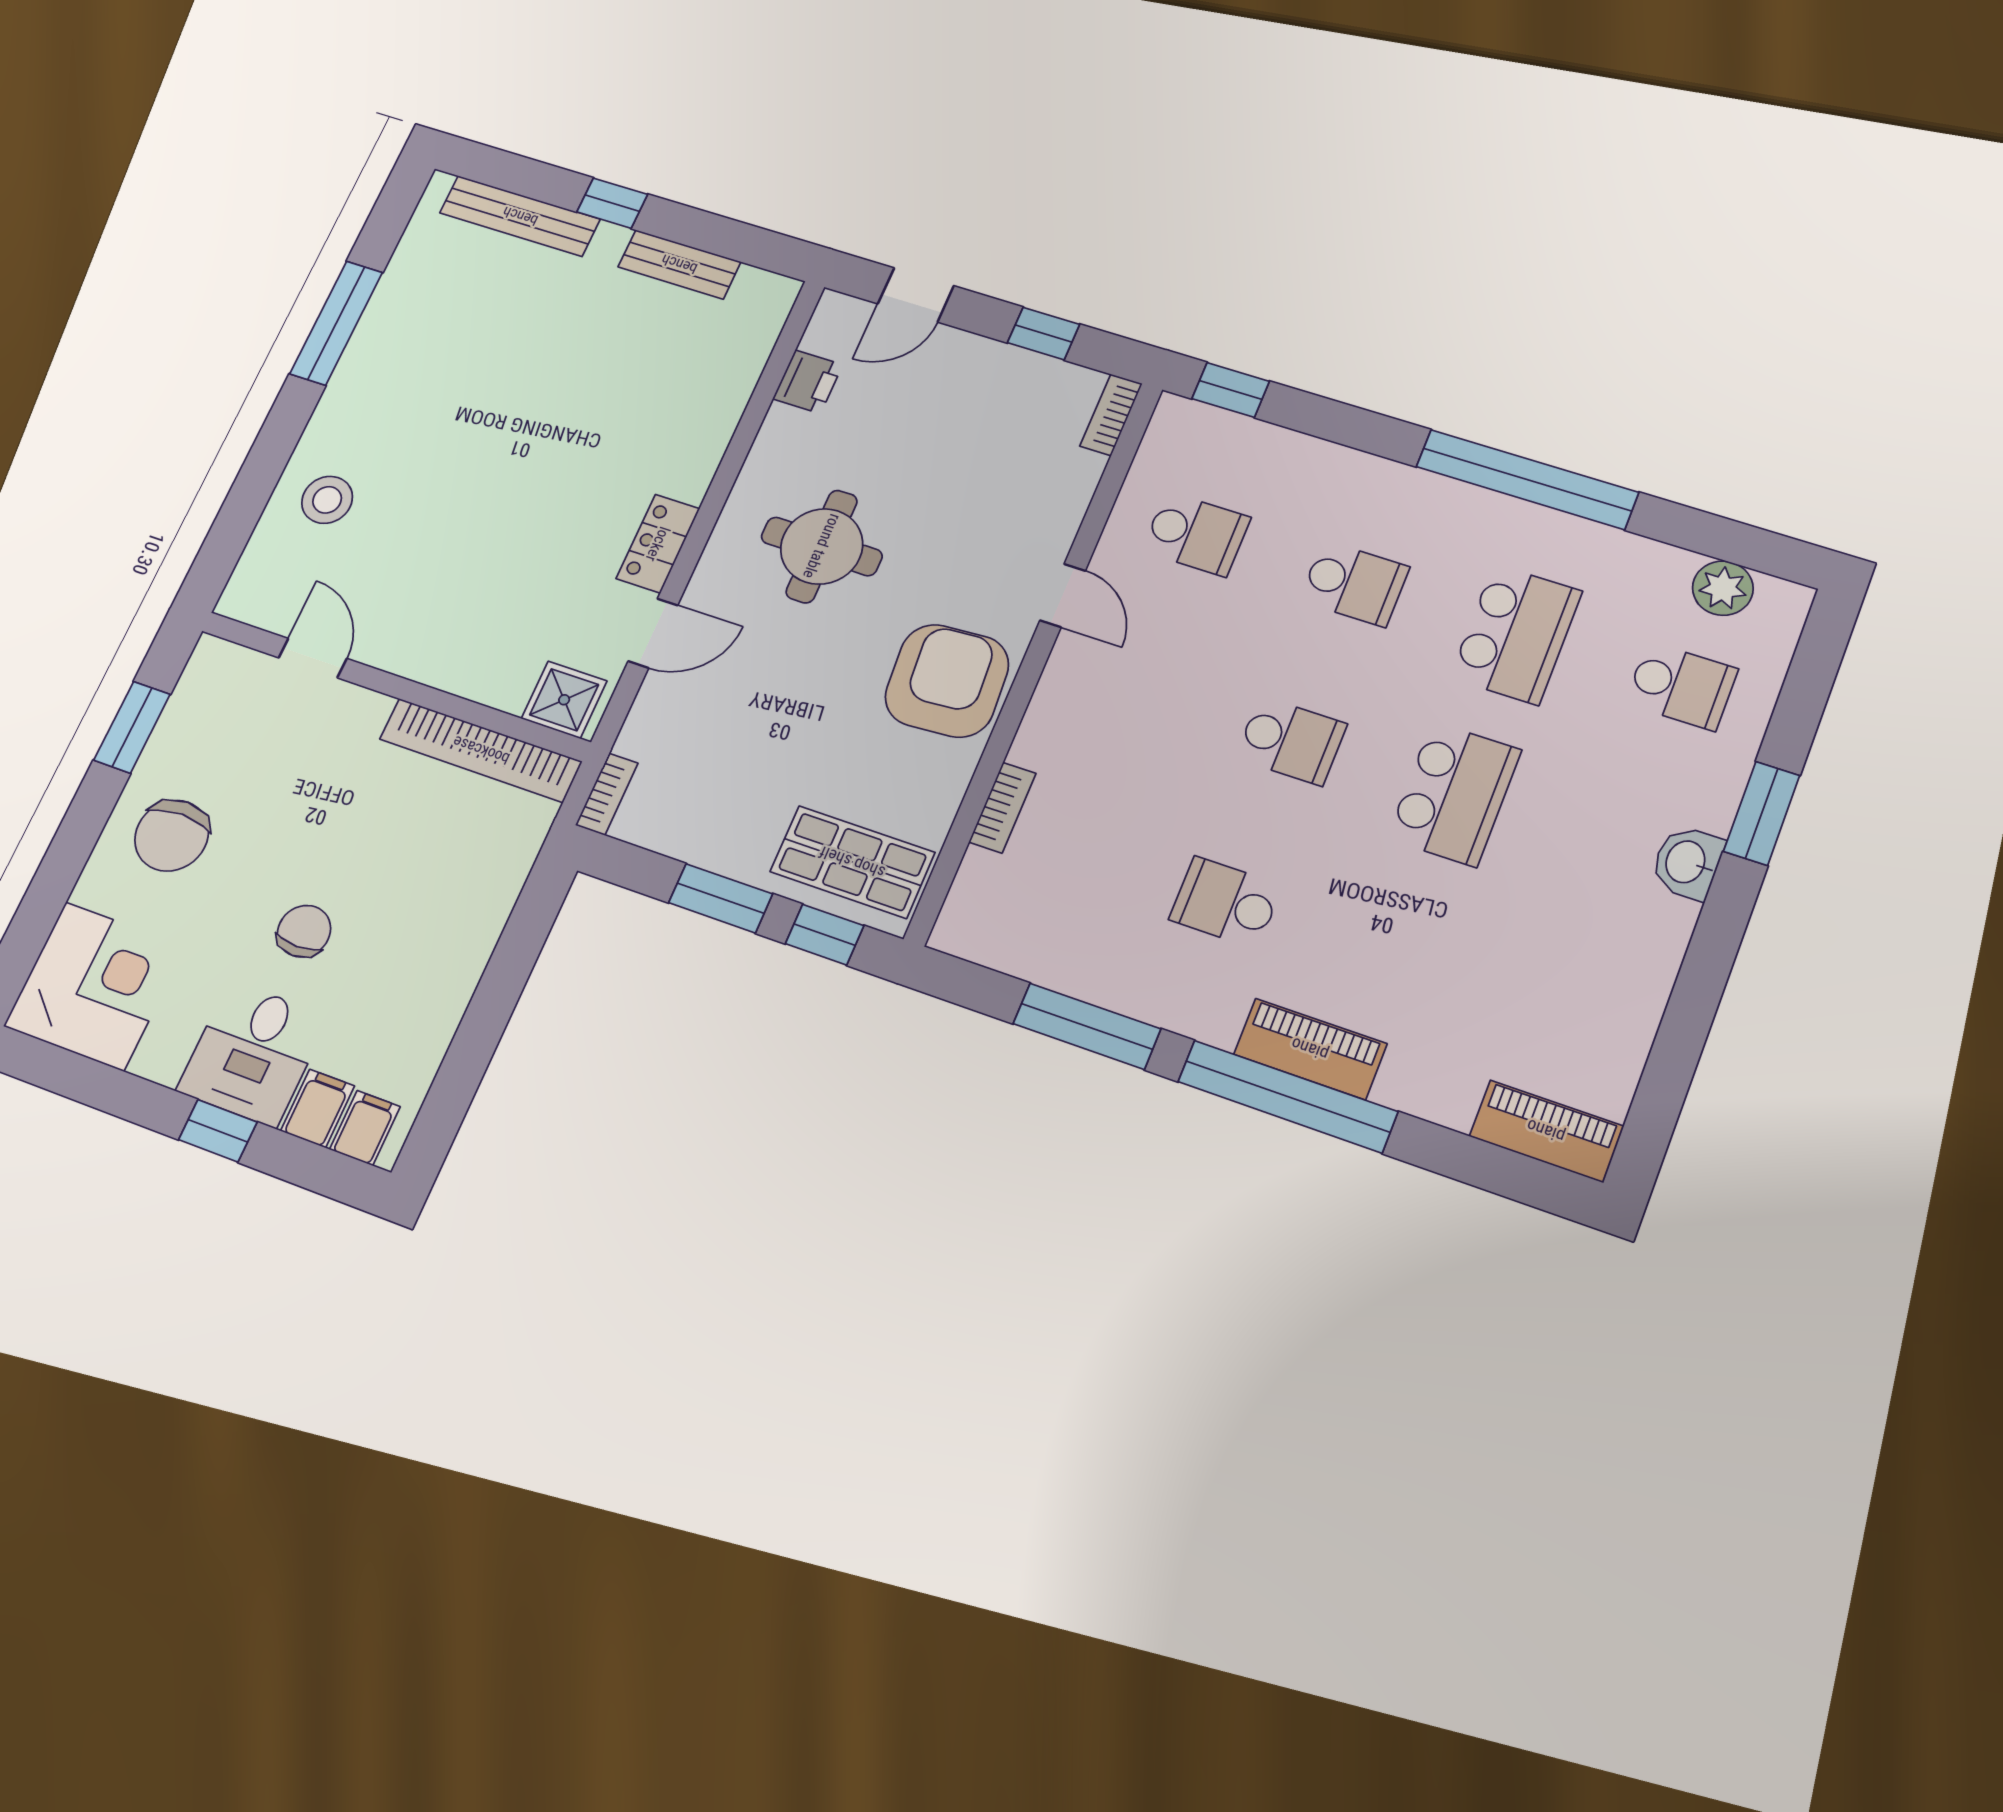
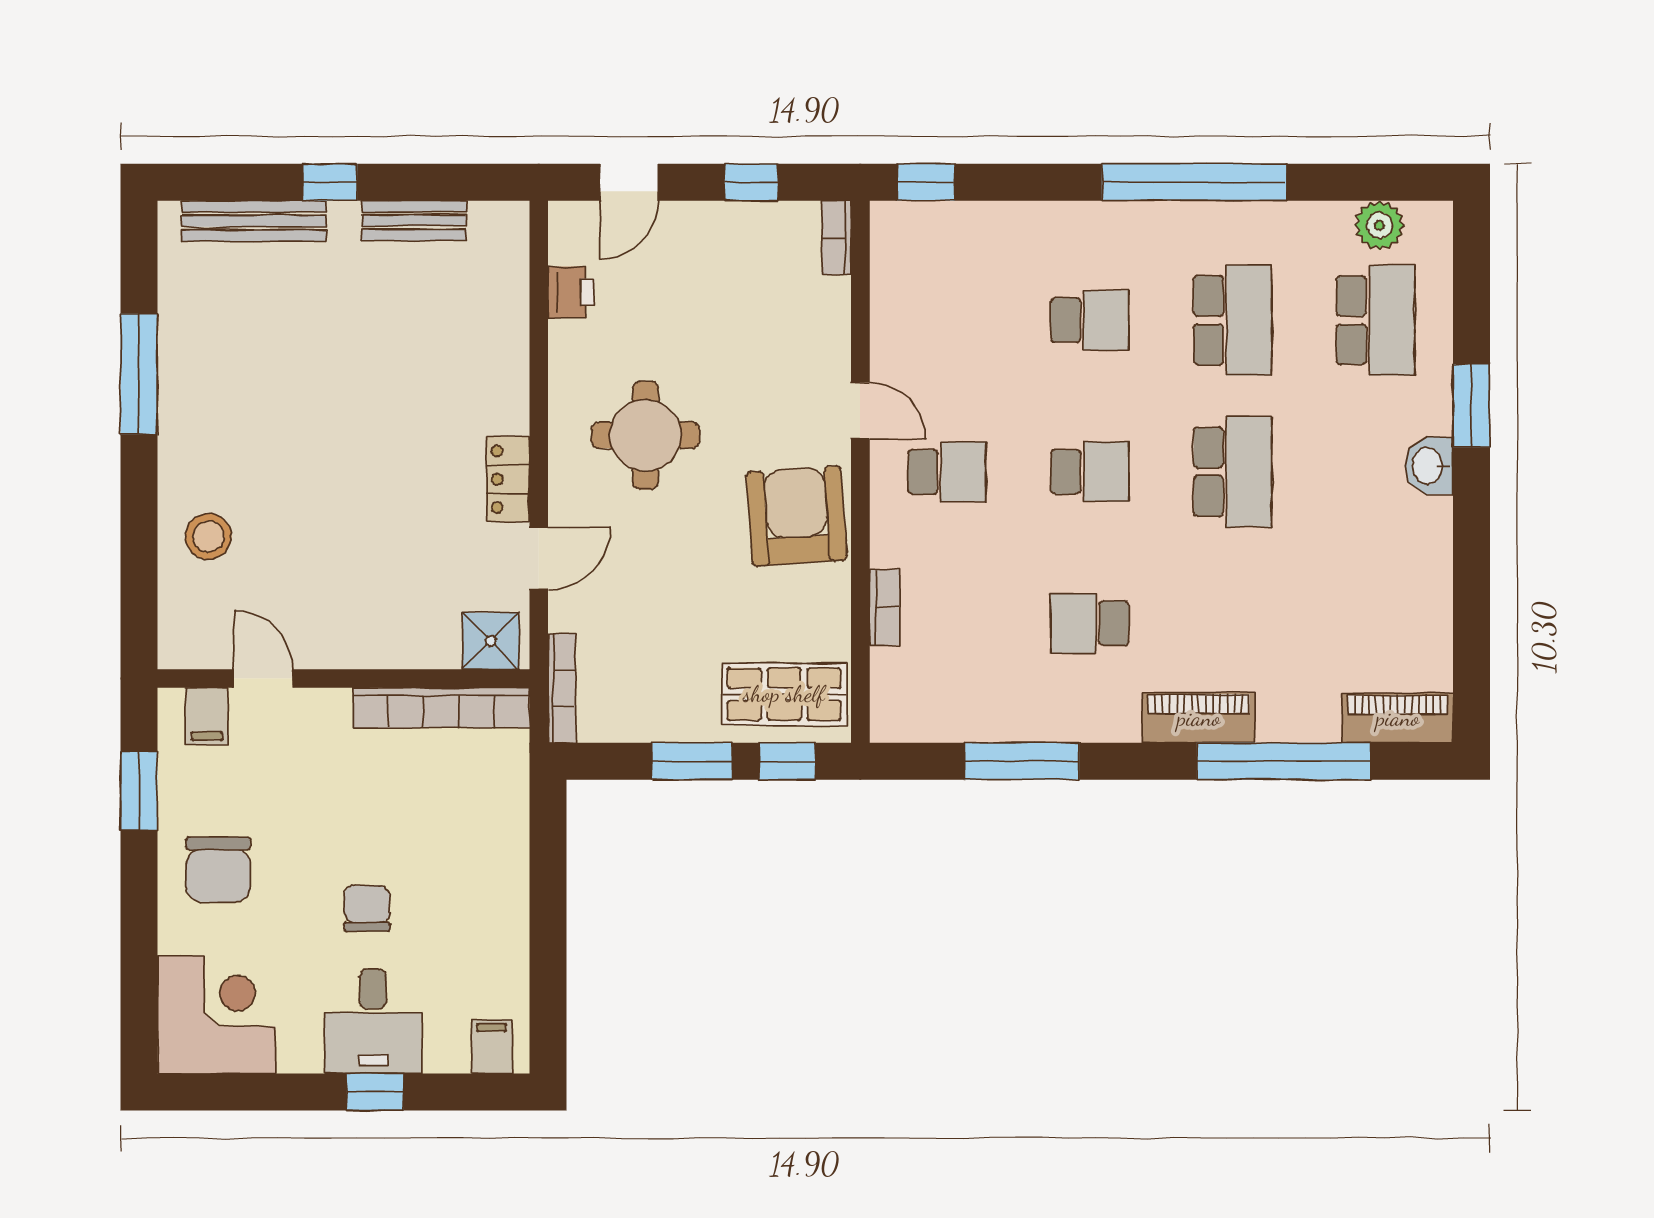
school desk: (1196, 534) -> (947, 472), moved
school desk: (1681, 686) -> (1375, 320), width x1.85
bookcase: (607, 794) -> (562, 688), width x1.56
window: (1288, 1097) -> (1284, 761), moved
filing cabinet: (318, 1108) -> (207, 716), moved, turned 180

